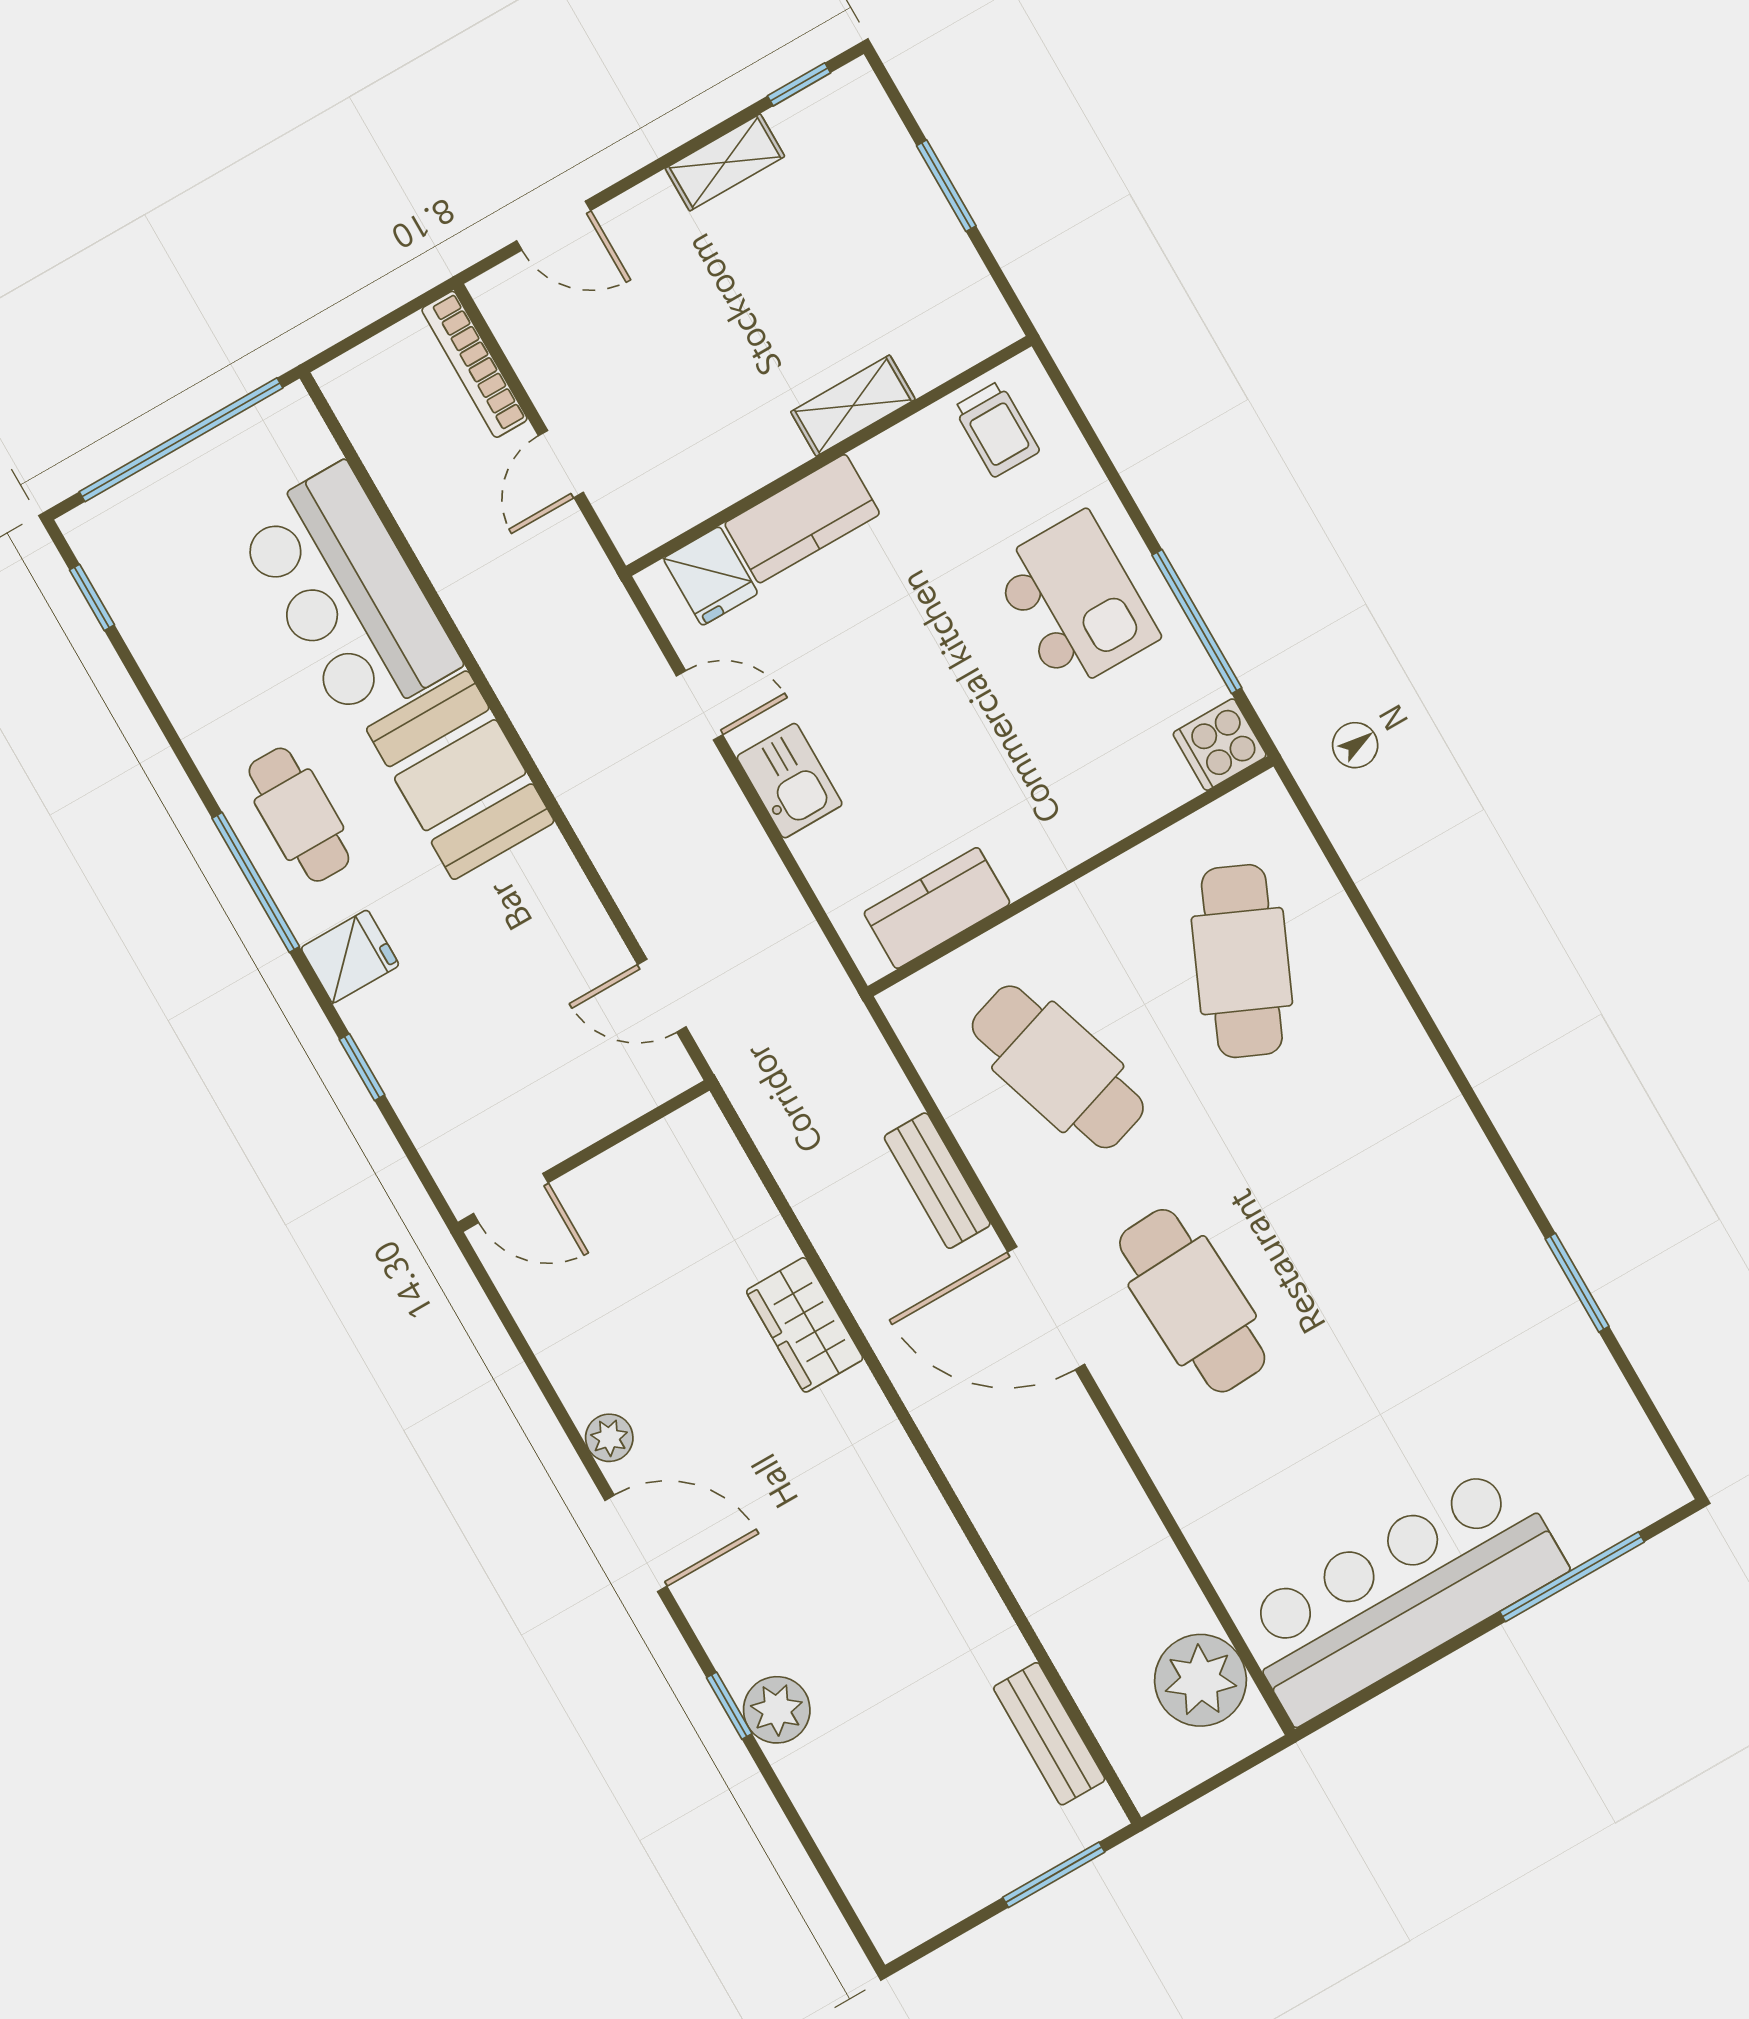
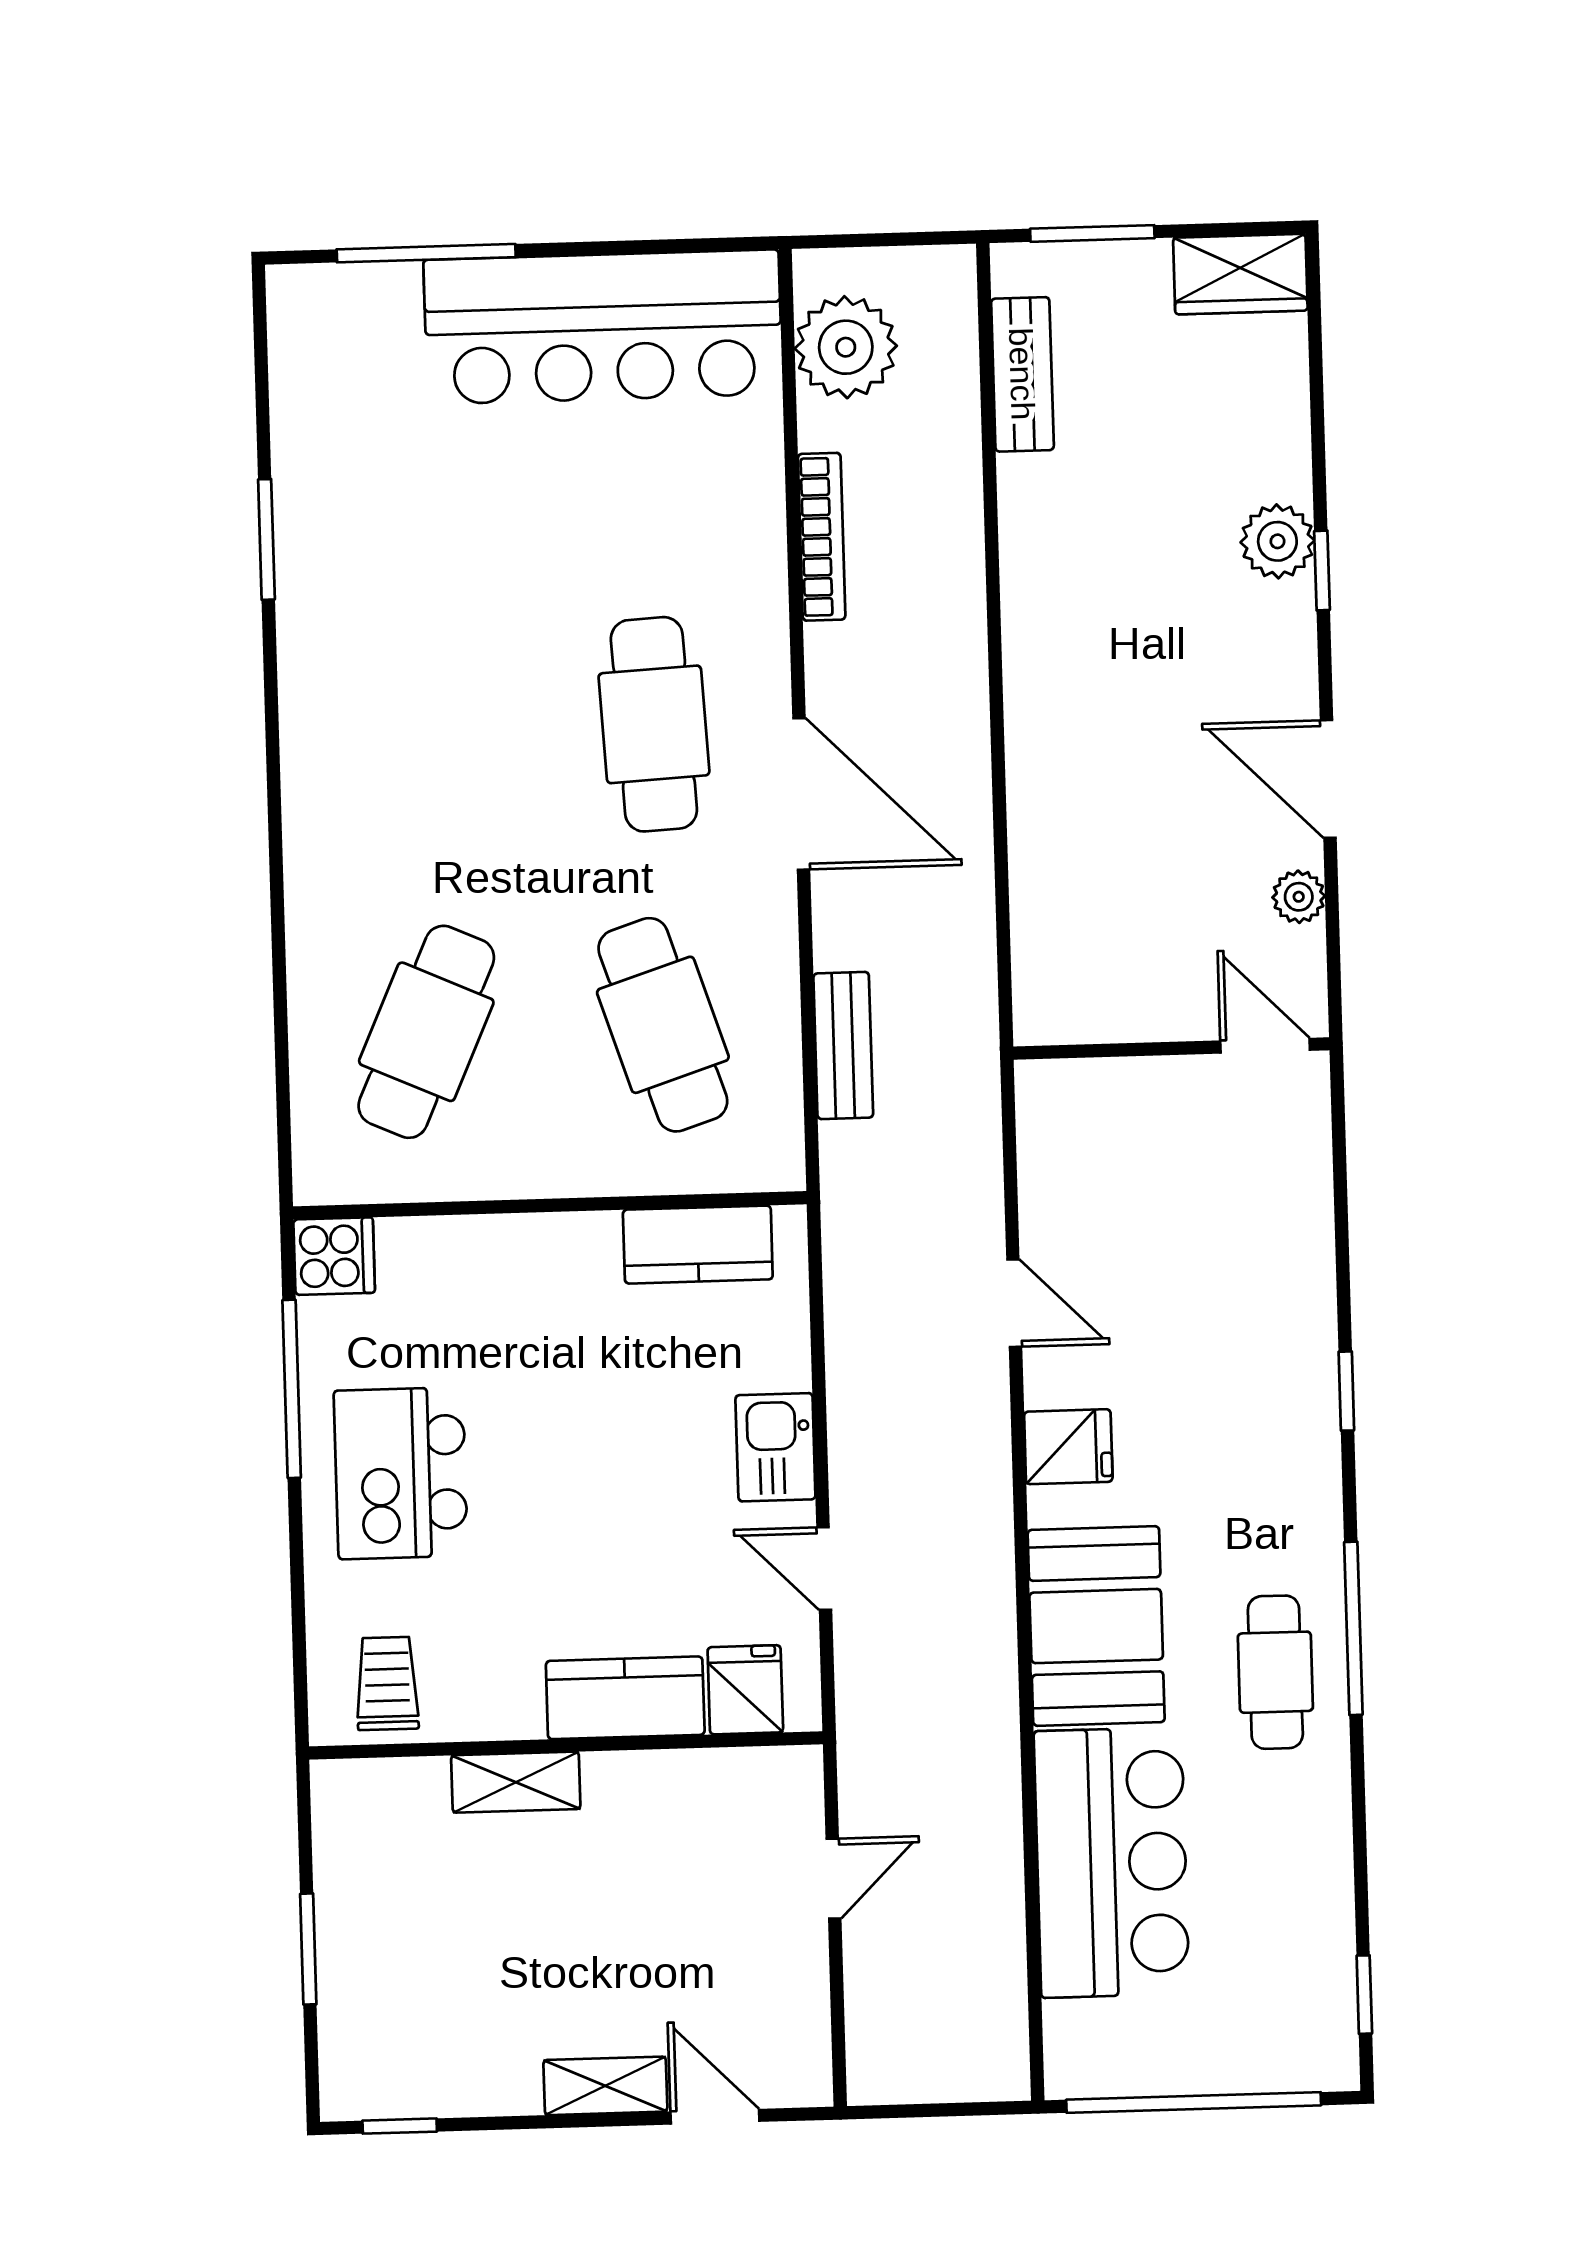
shelving: (725, 162) -> (605, 2086), moved
bookcase: (474, 364) -> (822, 537), moved
fridge: (350, 957) -> (1068, 1447), moved, turned 180
wall: (584, 1156) -> (1171, 1048), moved
bench: (937, 1181) -> (843, 1046), moved
door: (511, 1198) -> (1265, 1046), moved
wardrobe: (805, 1325) -> (1240, 274), moved, turned 90

